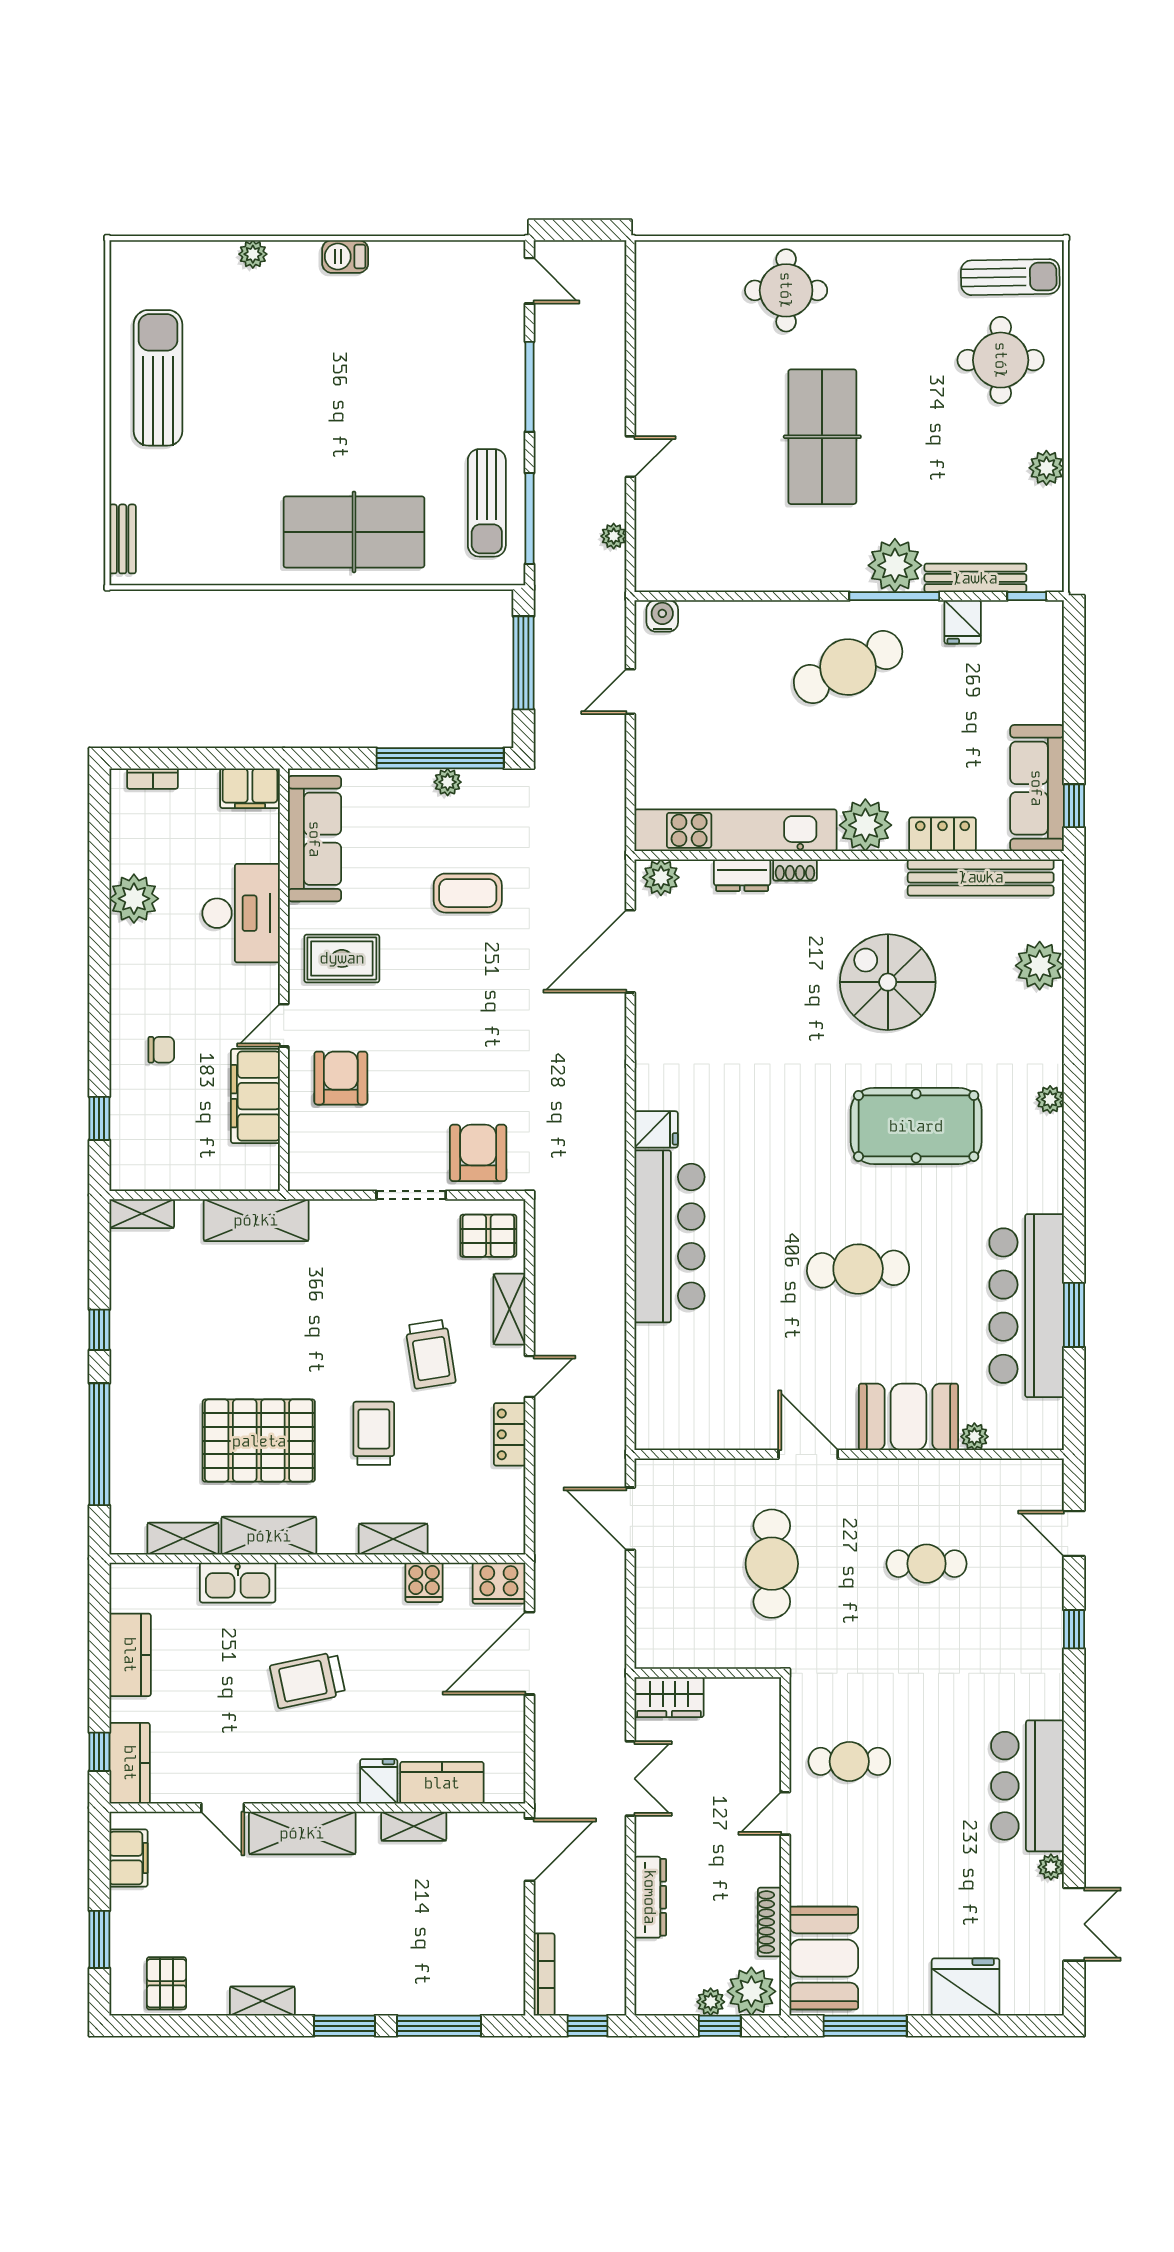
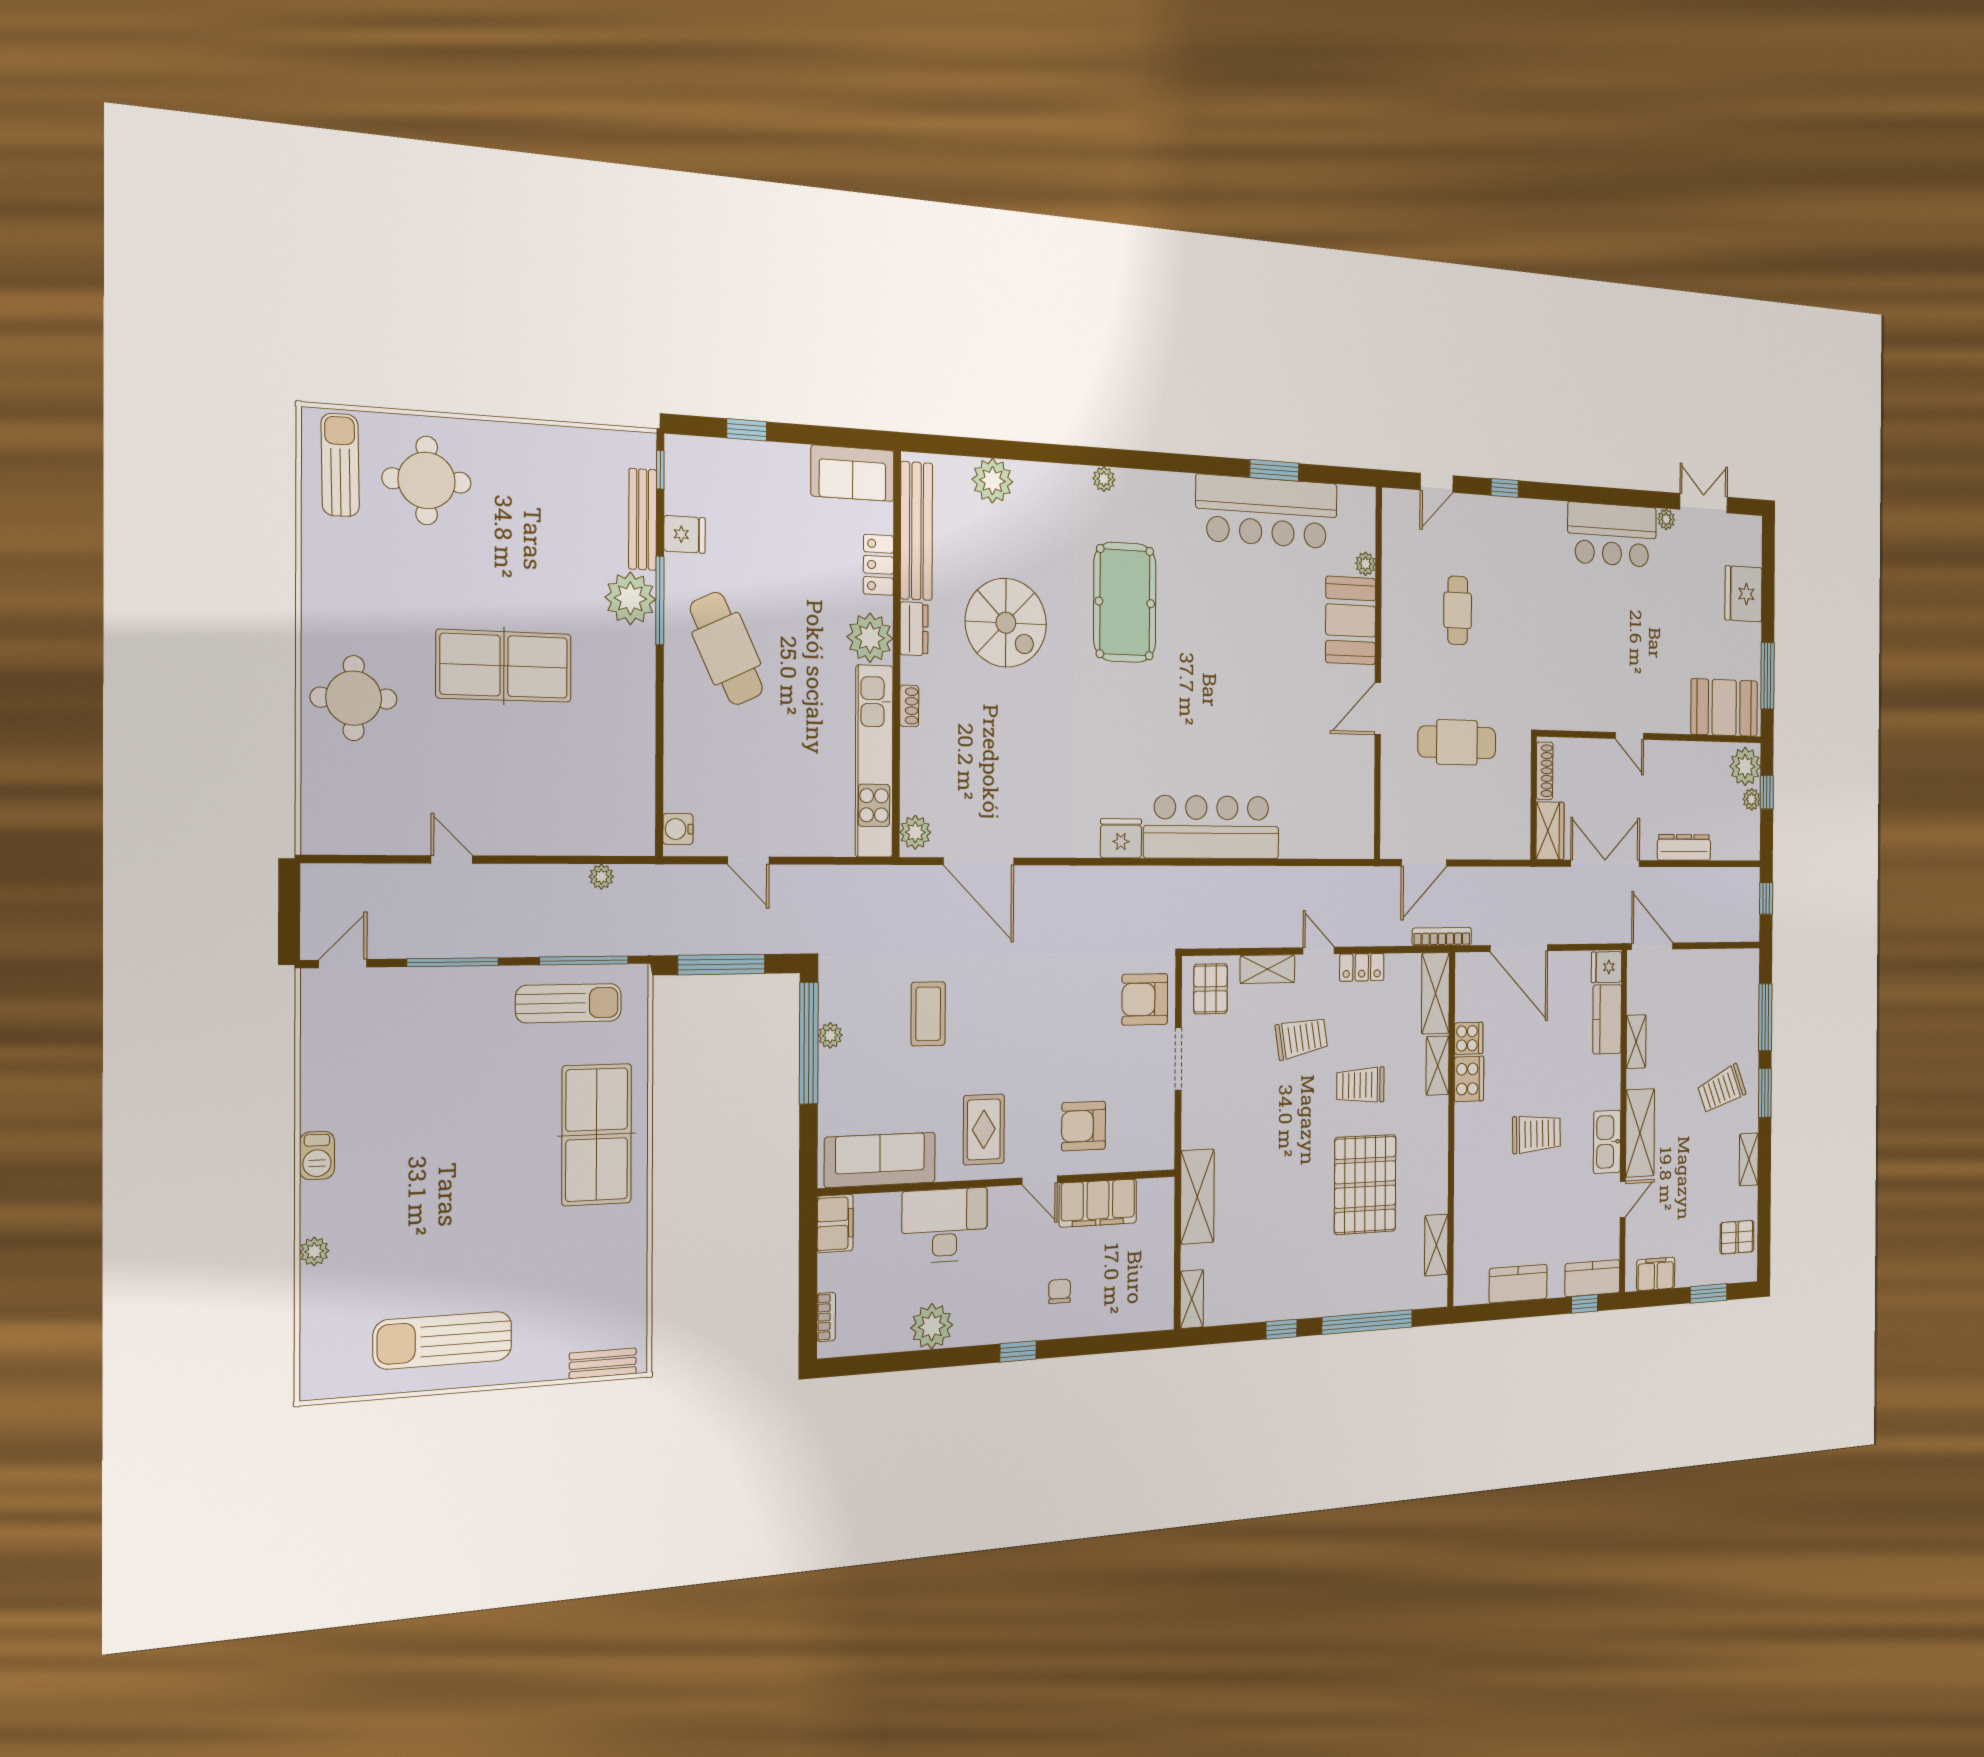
door: (630, 457) -> (452, 859), moved
plant: (1046, 468) -> (536, 441), removed
sofa: (1037, 788) -> (853, 473), width x0.73
window: (1074, 806) -> (747, 430), moved
dresser: (742, 875) -> (914, 629), moved
spiral stairs: (888, 982) -> (1006, 623), turned -90
window: (99, 1118) -> (1018, 1351), moved
fridge: (656, 1129) -> (1121, 838), width x1.38
cafe table: (858, 1269) -> (1238, 660), removed
shelving: (269, 1536) -> (1435, 993), moved
kitchen sink: (238, 1583) -> (1607, 1142), moved, turned 180
cooker: (499, 1583) -> (1469, 1079), moved
trolley: (308, 1680) -> (1537, 1134), turned -79
cafe table: (849, 1761) -> (1595, 682), removed
double door: (630, 1779) -> (1605, 863), width x1.37
fridge: (379, 1781) -> (1606, 967), moved
shoe rack: (770, 1922) -> (1545, 771), moved, turned -90
trolley: (352, 1958) -> (1722, 1089), added
bookcase: (544, 1975) -> (1442, 937), moved

